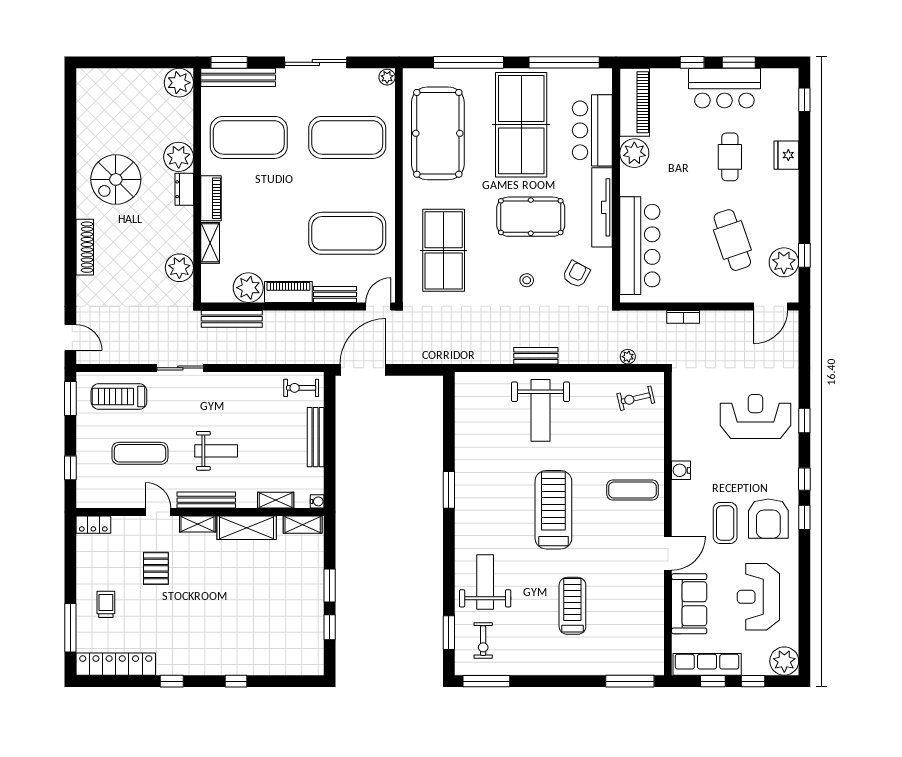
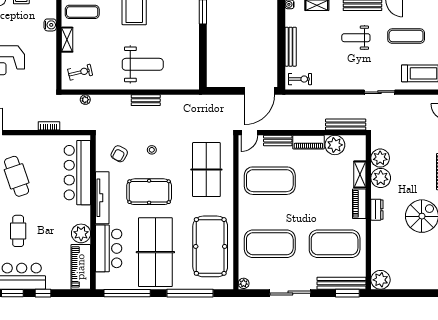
plant: (179, 157) -> (381, 178), moved
weight bench: (541, 410) -> (143, 64), turned 90
shelving: (655, 448) -> (67, 40), added

